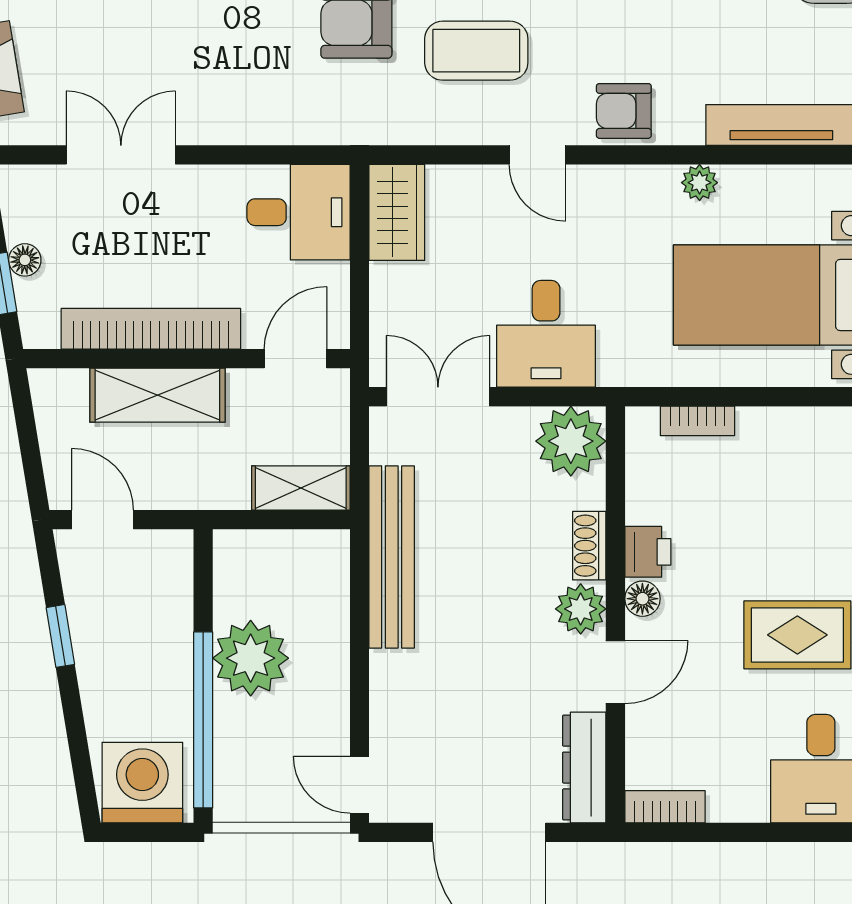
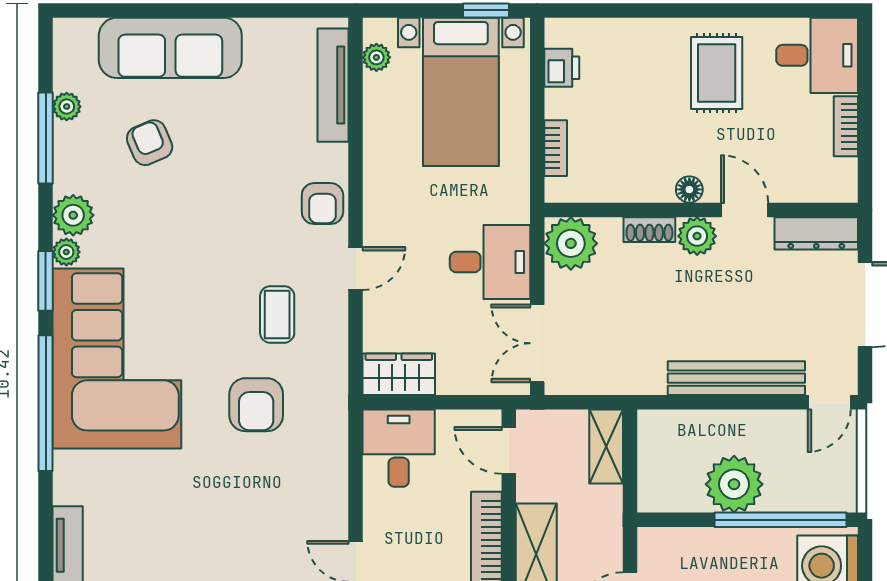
coffee table: (476, 51) -> (277, 314), width x0.73, depth x0.77
plant: (700, 183) -> (376, 57), moved
printer: (648, 552) -> (562, 68), moved, turned 90
bench: (392, 557) -> (736, 378), moved
bookcase: (665, 807) -> (846, 126), moved

